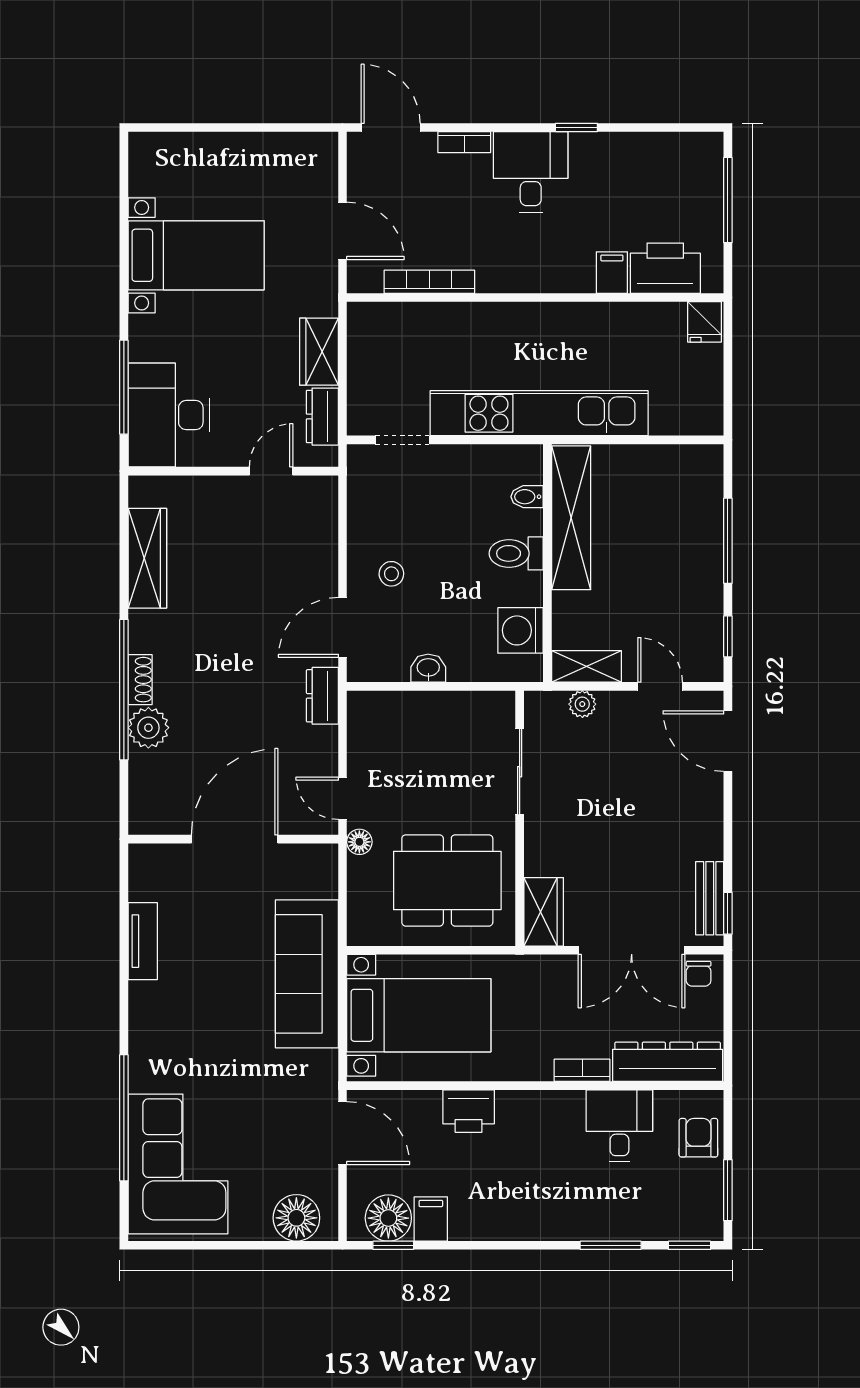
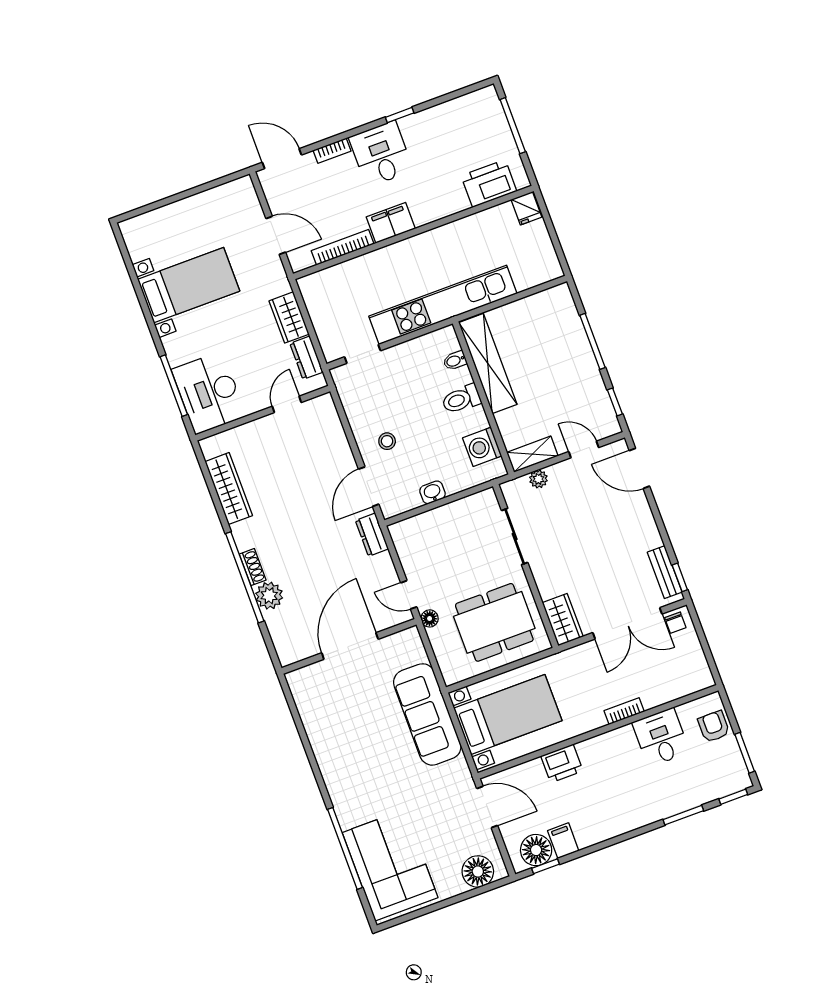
filing cabinet: (612, 273) -> (391, 223), moved, width x2.00
tv unit: (143, 941) -> (316, 732), removed
dresser: (668, 1062) -> (676, 686), removed

